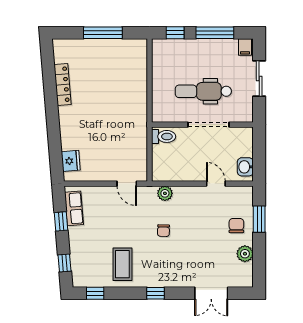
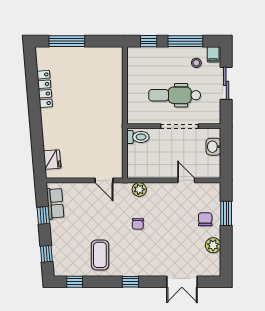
window: (103, 33) -> (67, 41), moved
stool: (227, 56) -> (196, 63), added
washbasin: (245, 167) -> (213, 147), moved

